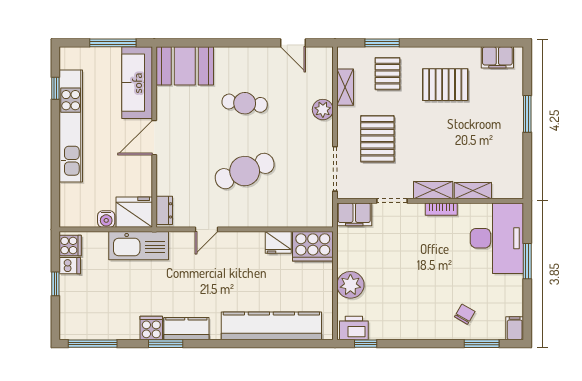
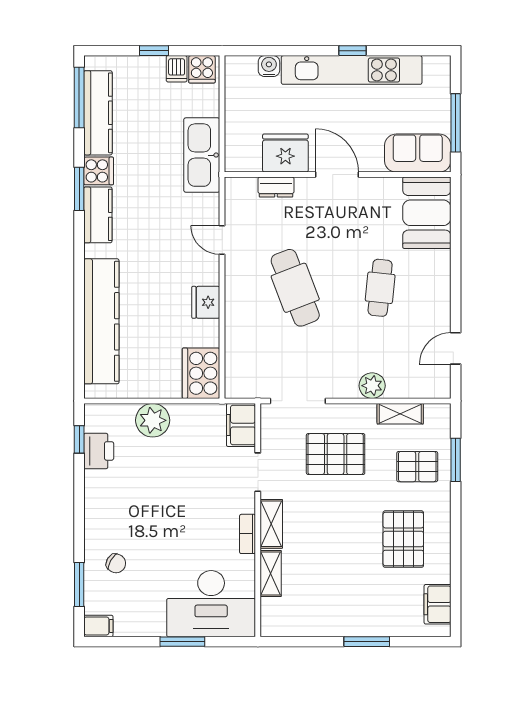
sofa: (137, 83) -> (418, 153), width x0.73
window: (55, 88) -> (353, 51), moved
dresser: (164, 210) -> (276, 187), moved
fridge: (134, 212) -> (285, 153), moved, turned -90
water cooler: (106, 219) -> (269, 66), moved, turned 90
fridge: (278, 242) -> (206, 302), moved
printer: (354, 328) -> (99, 451), moved
kitchen counter: (105, 329) -> (98, 113), added

